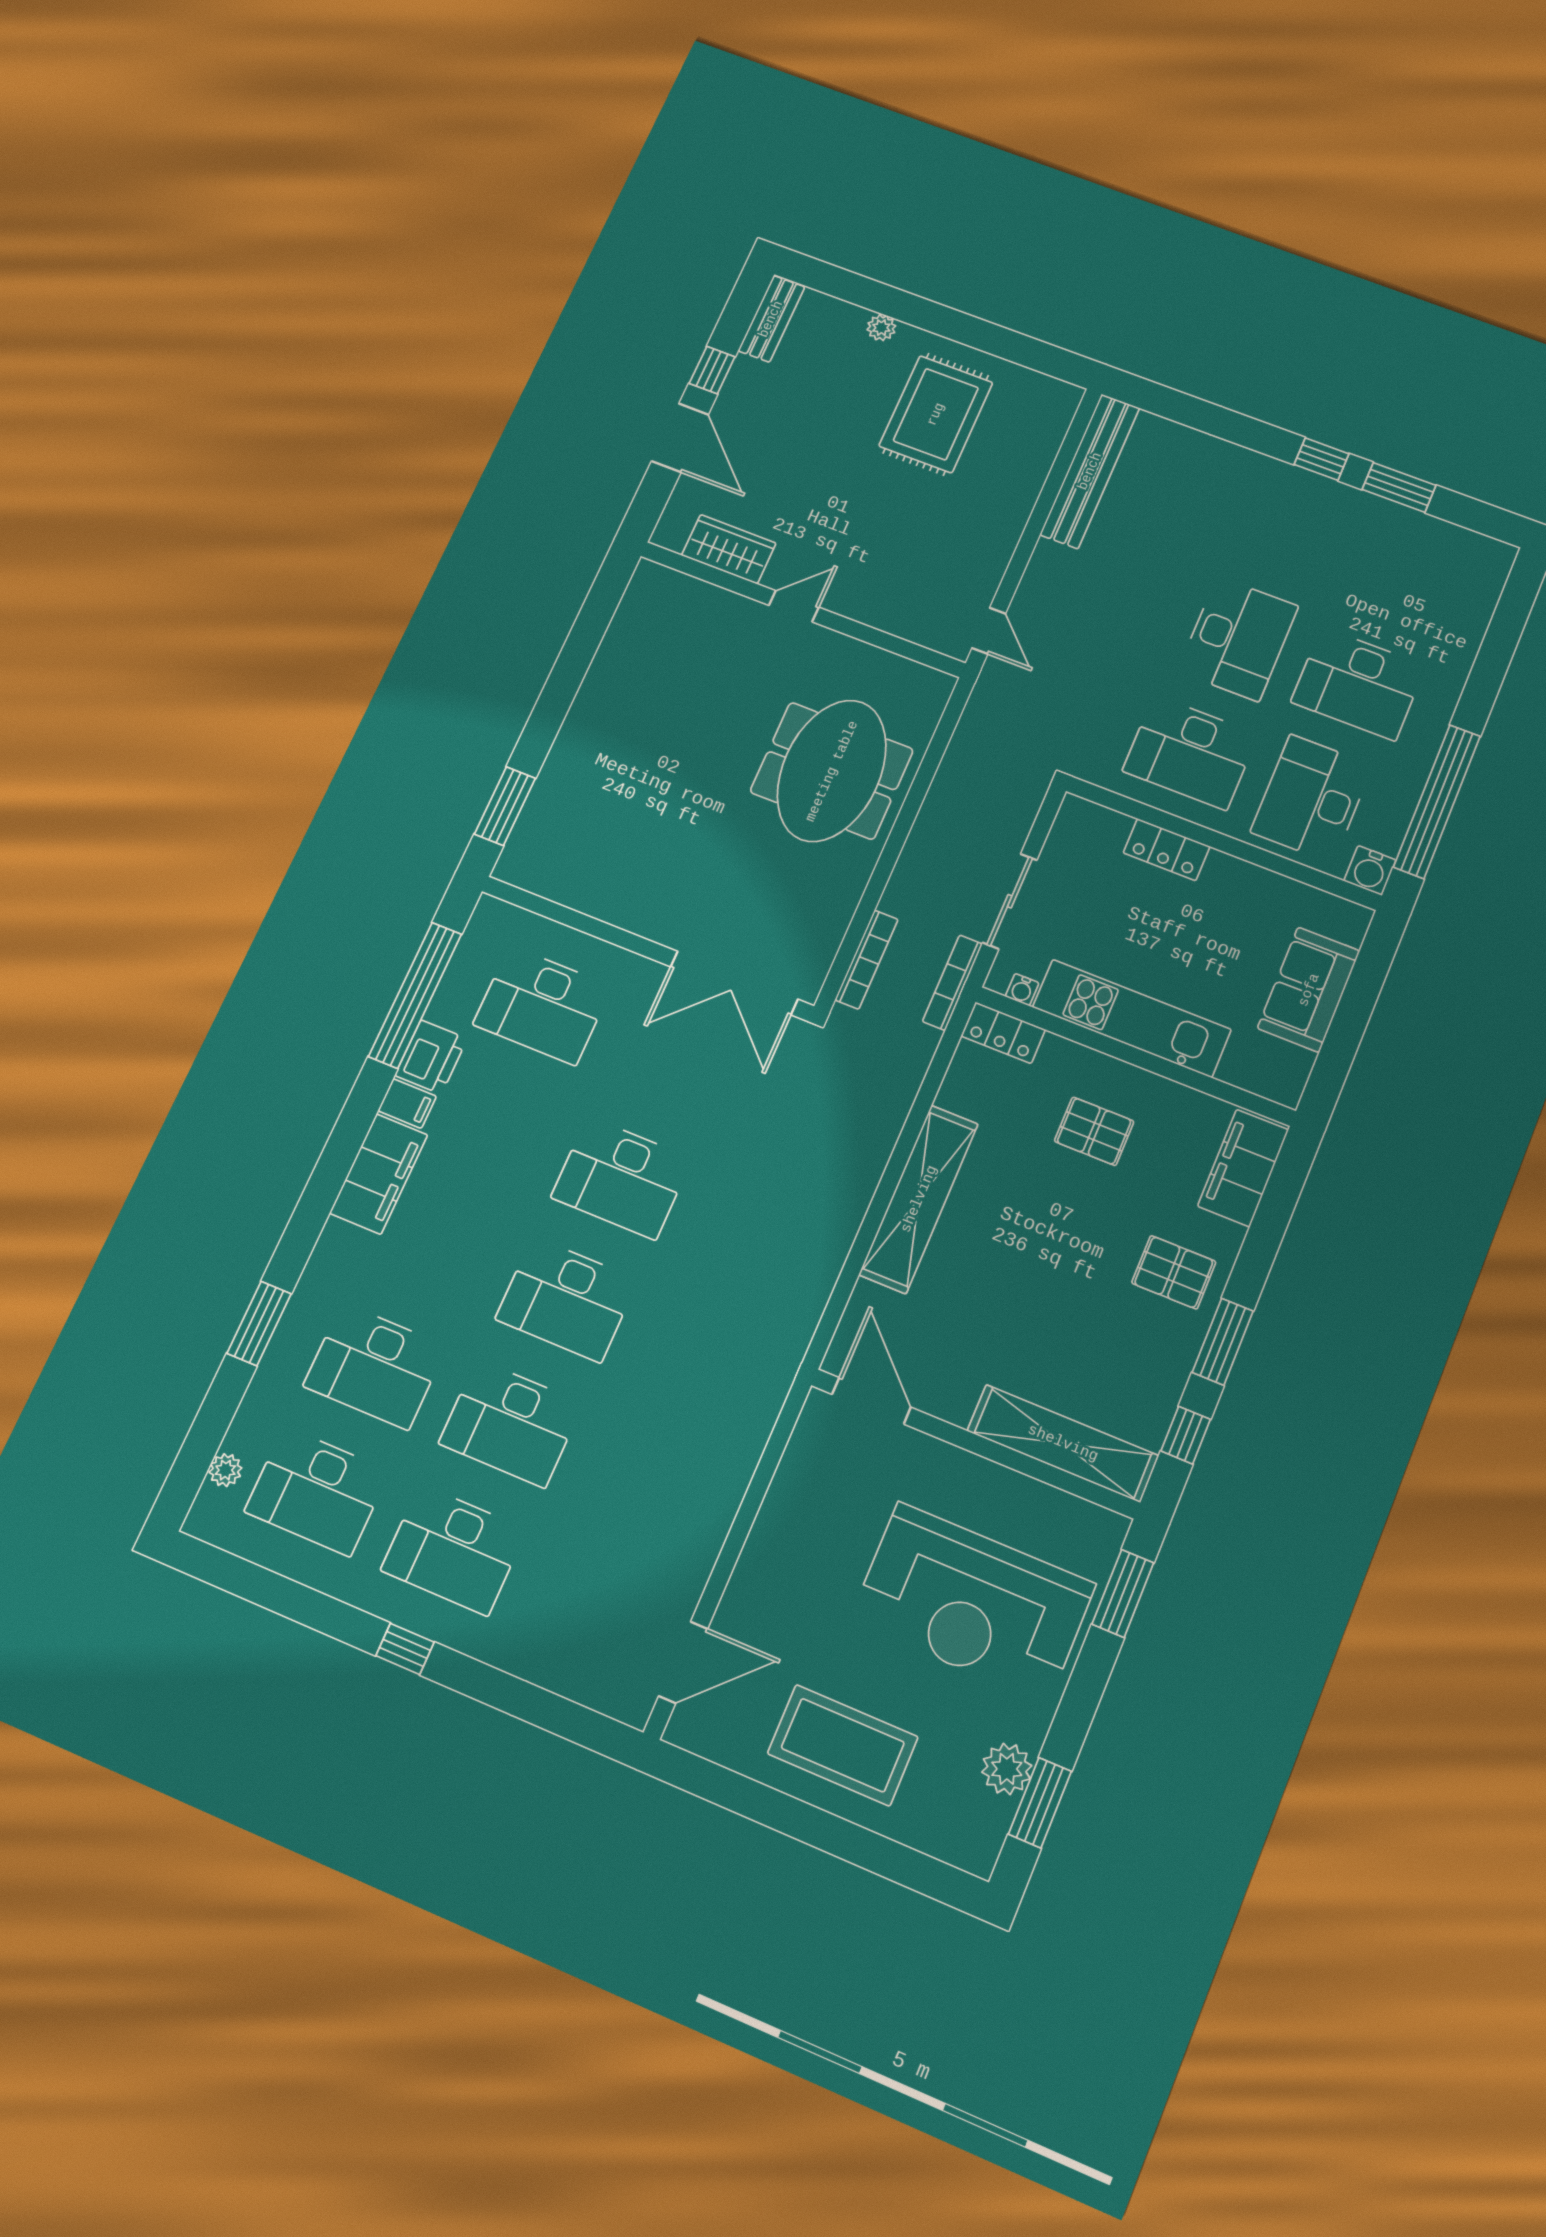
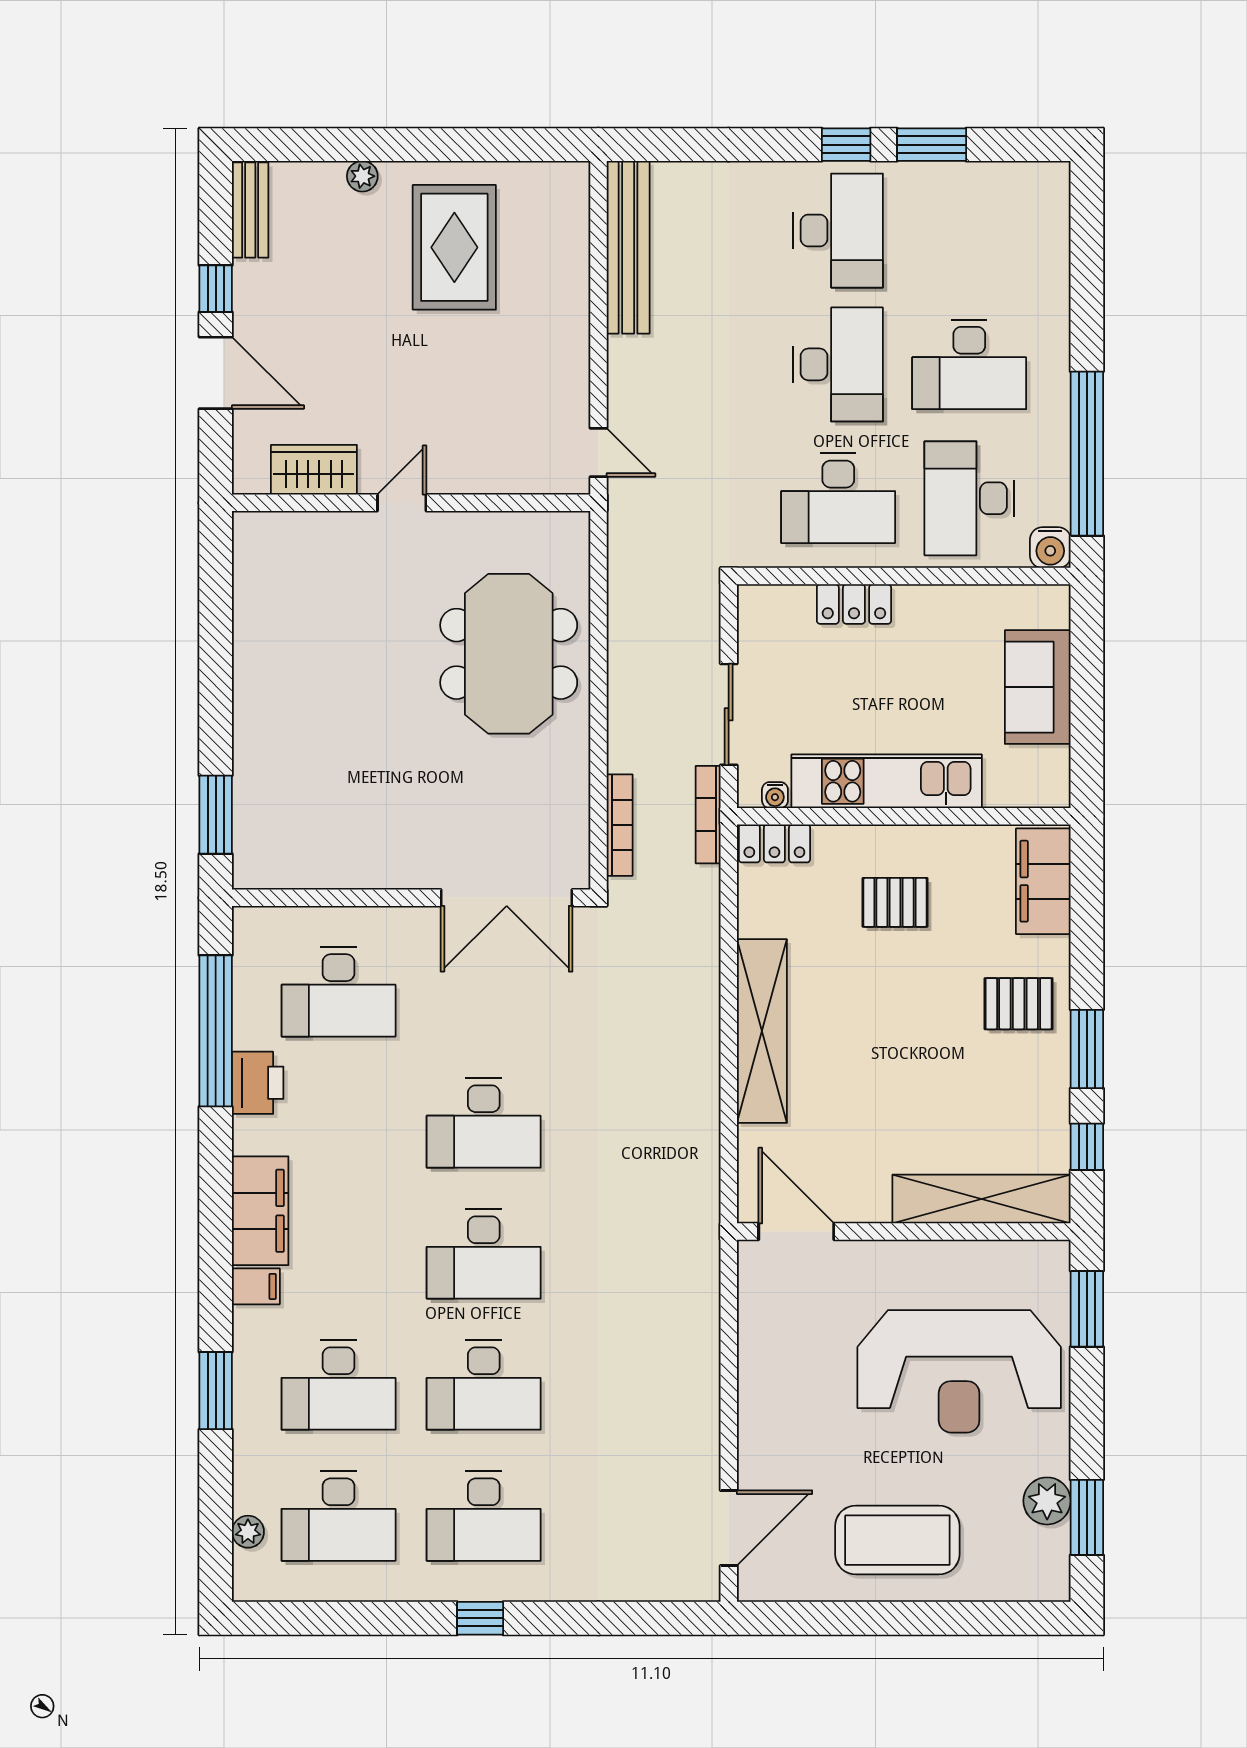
desk: (1285, 527) -> (838, 231), added
filing cabinet: (407, 1103) -> (256, 1286), moved

